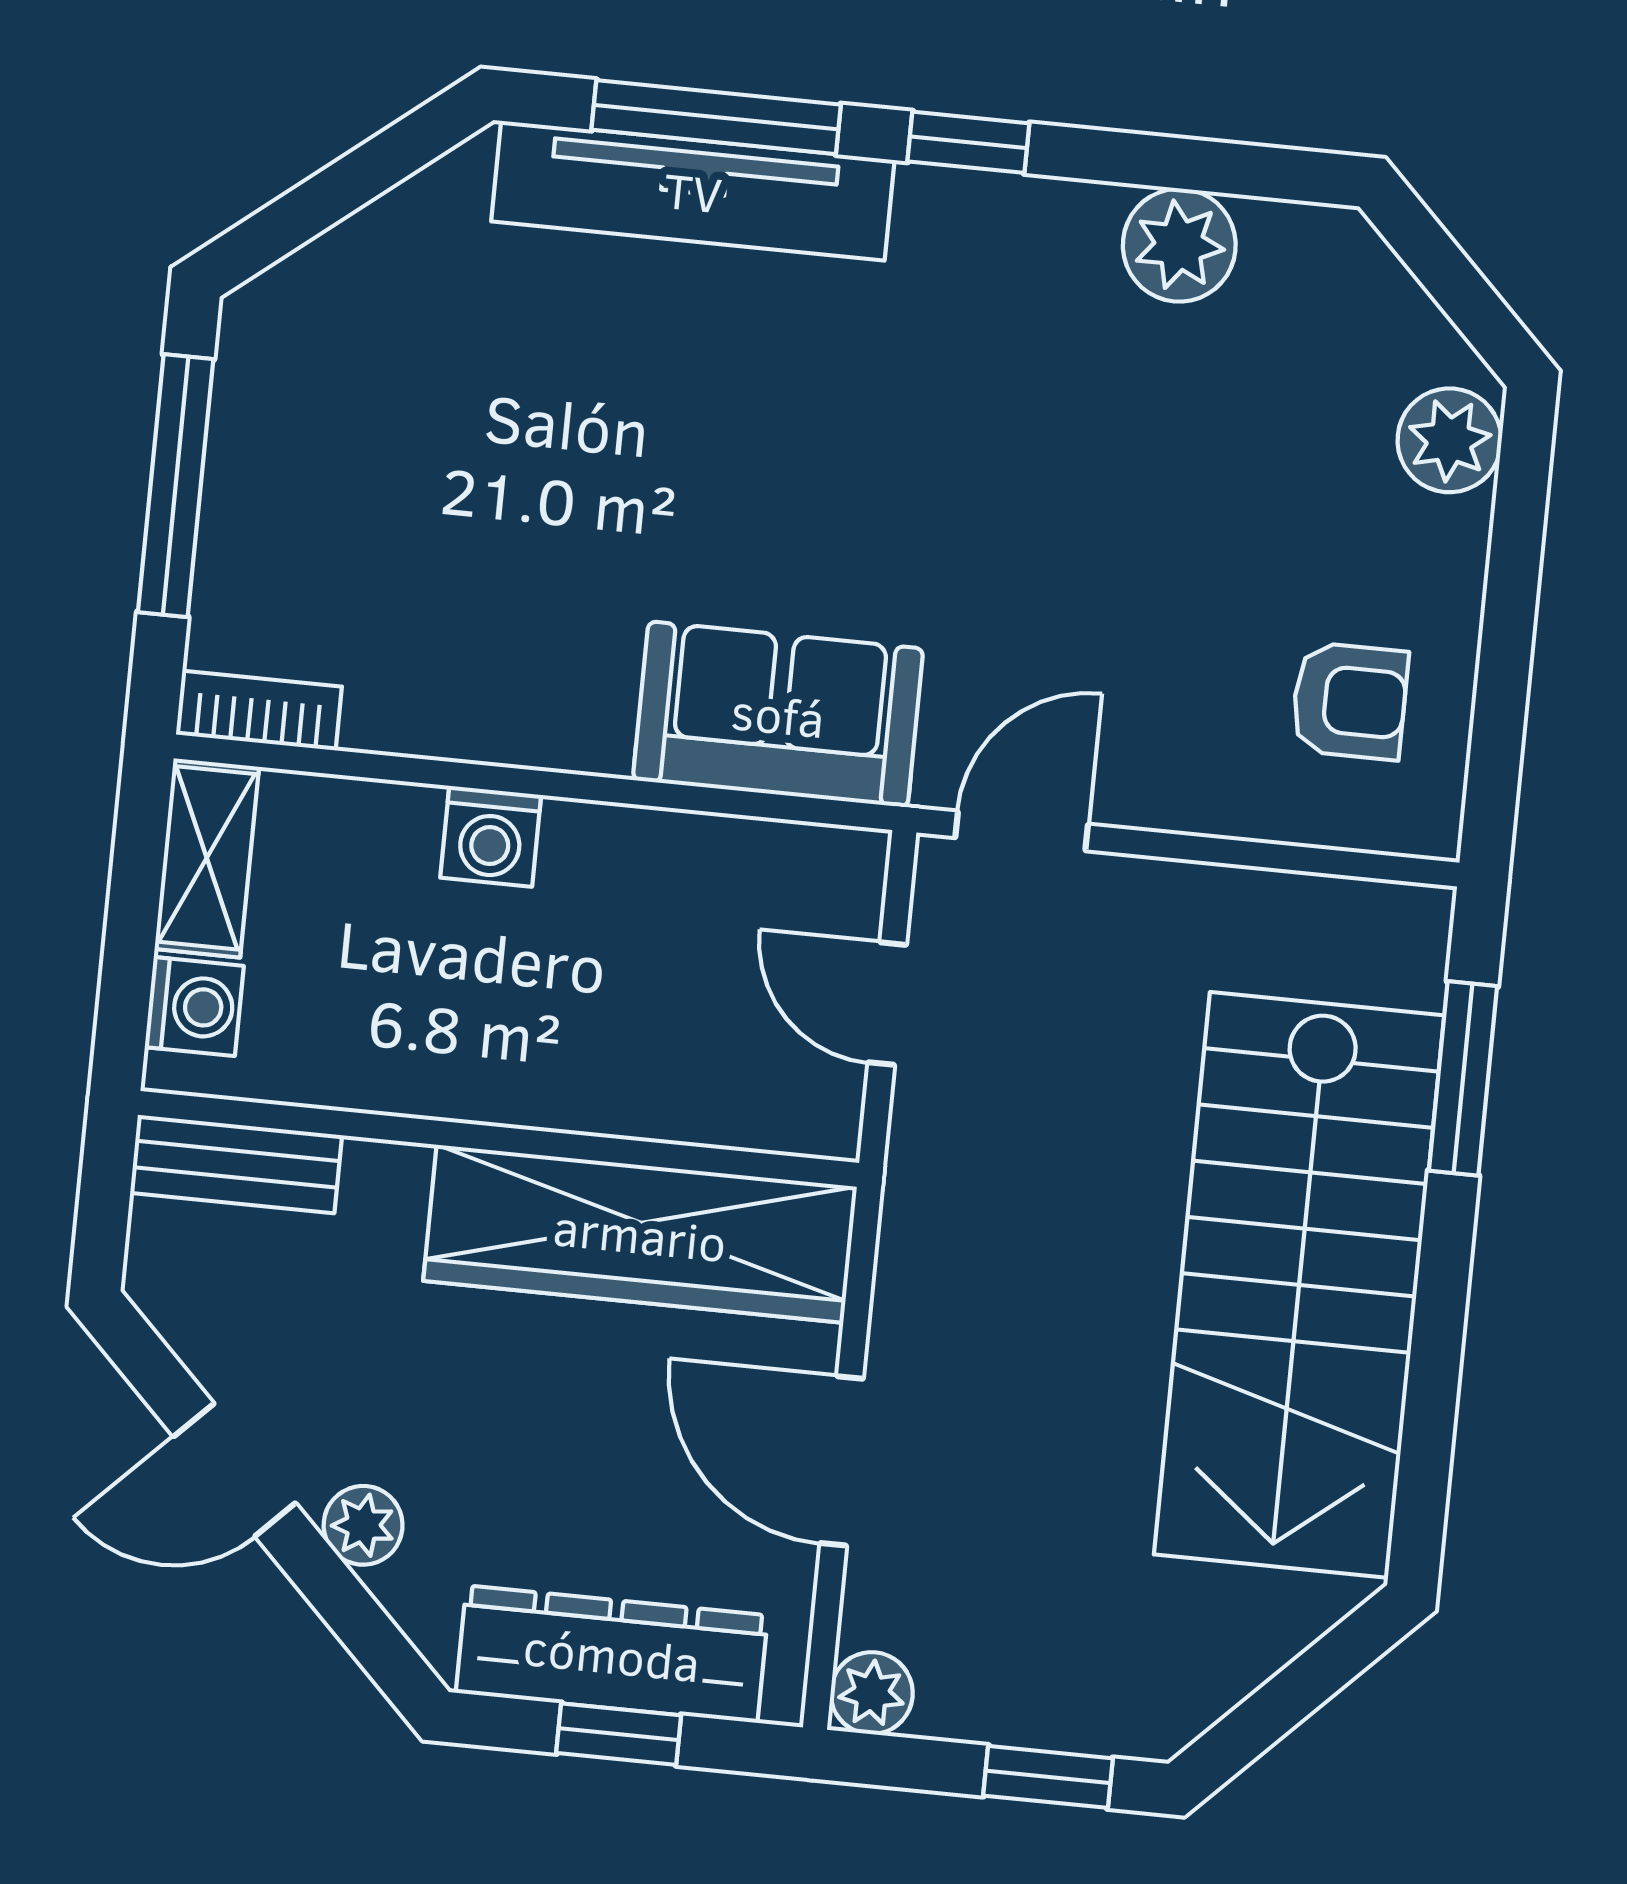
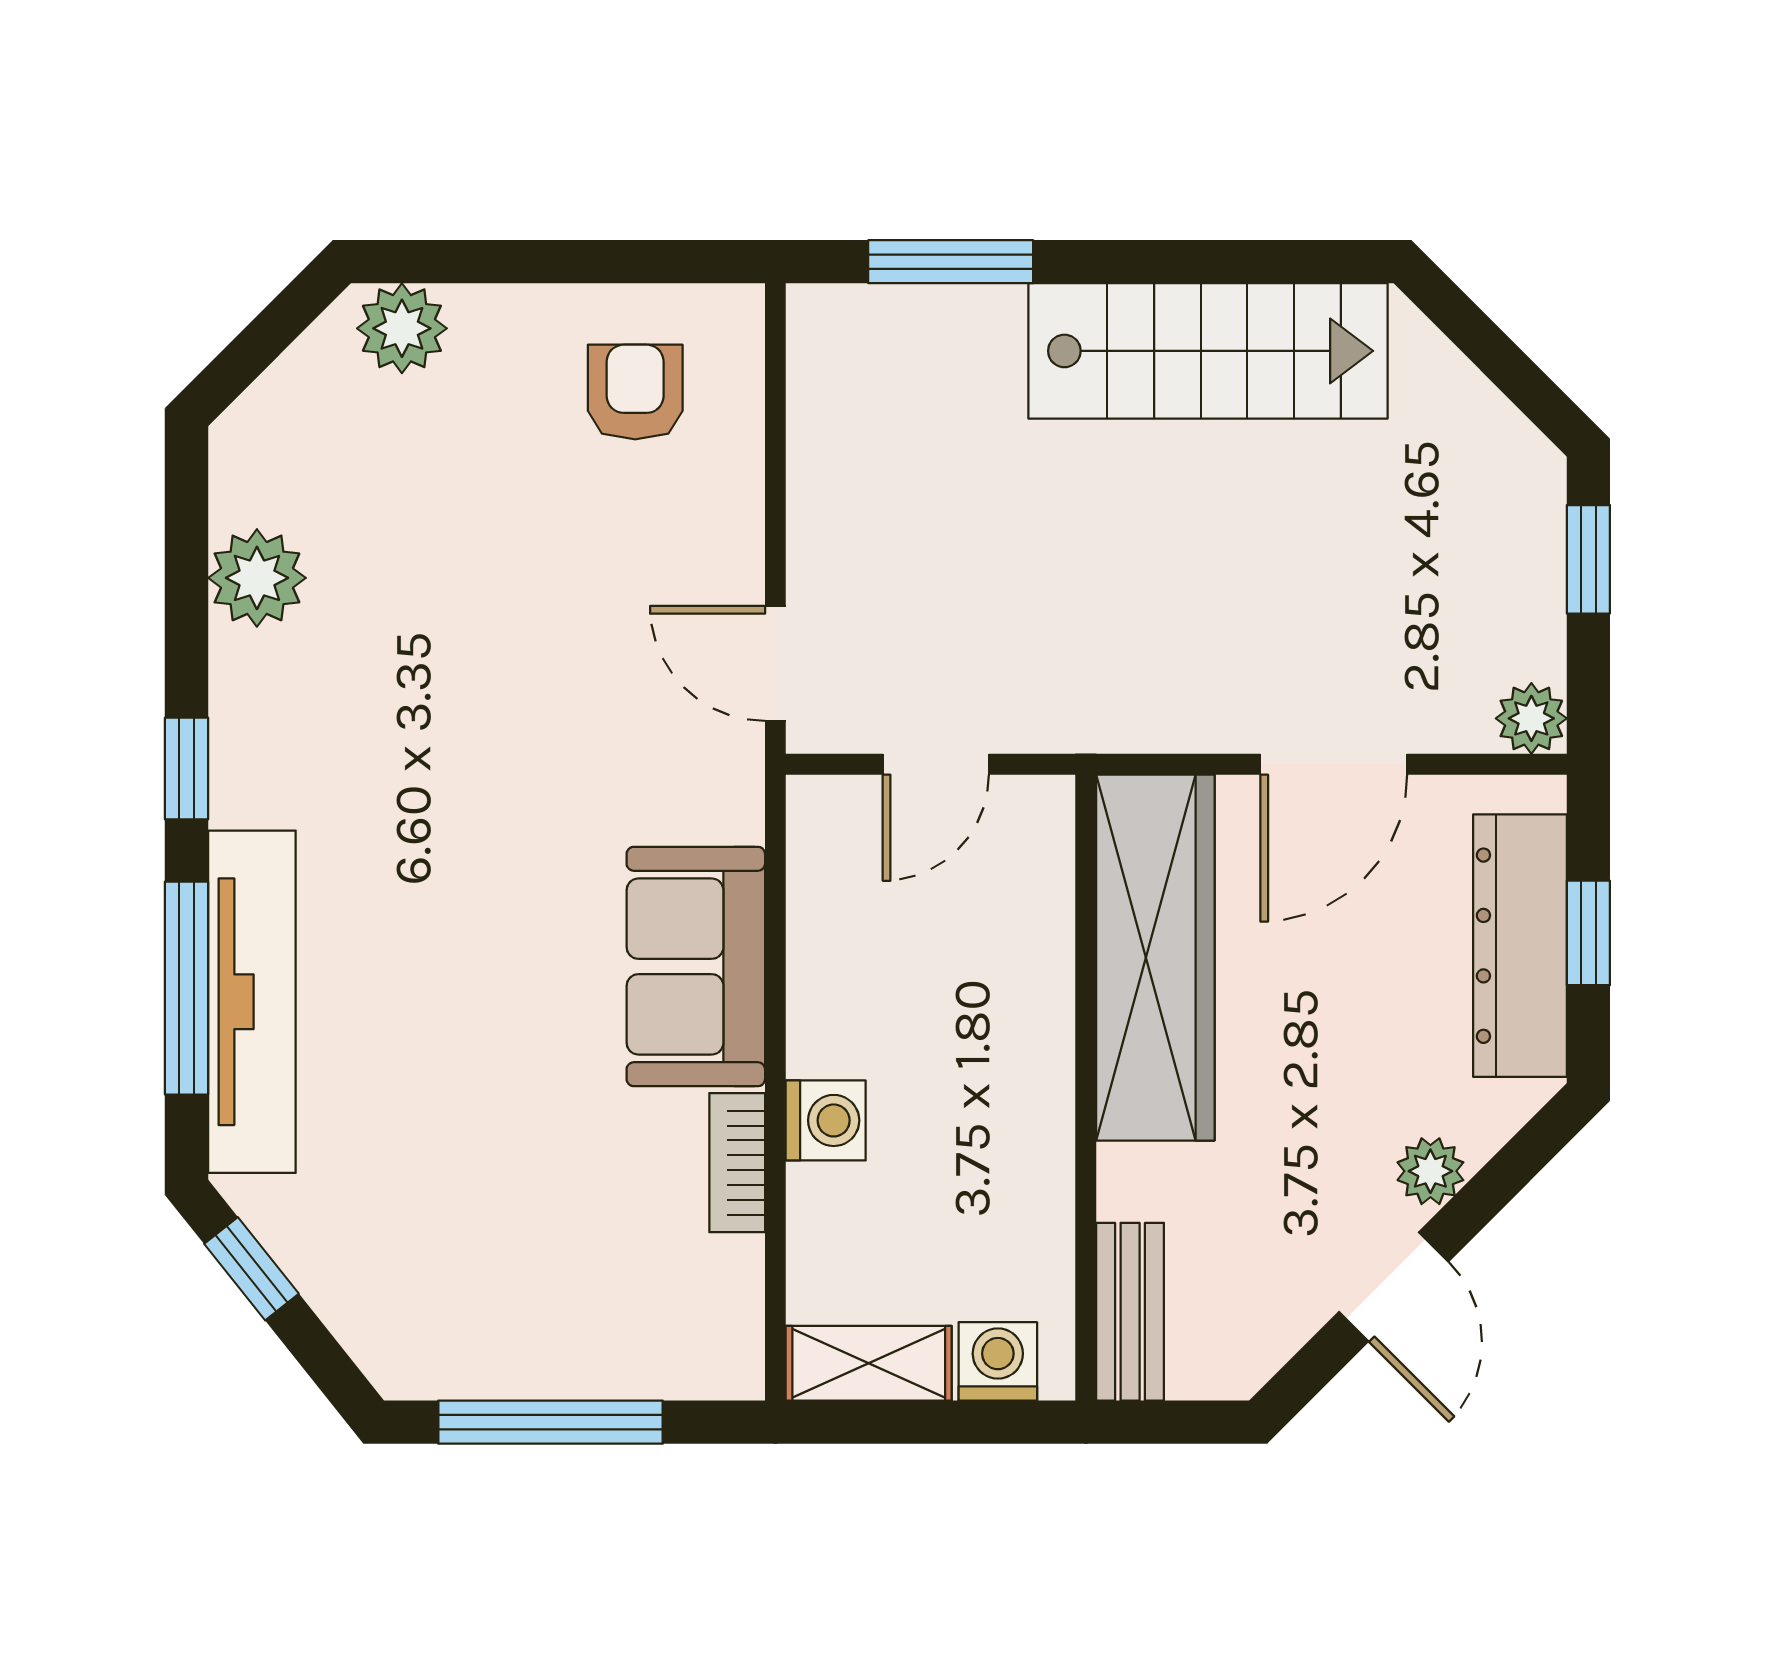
window: (386, 160) -> (251, 1269), added
bookcase: (259, 711) -> (737, 1163), moved
sofa: (778, 714) -> (696, 966), moved
stairs: (1299, 1285) -> (1208, 351), width x0.73, depth x0.66

